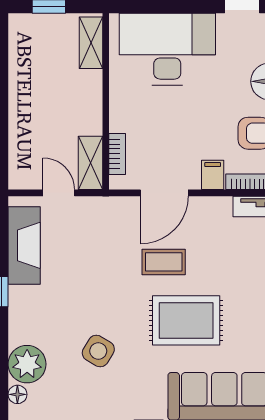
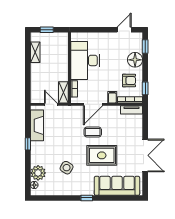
shelving: (91, 43) -> (35, 52), moved
desk: (167, 49) -> (85, 60), moved, turned -90

